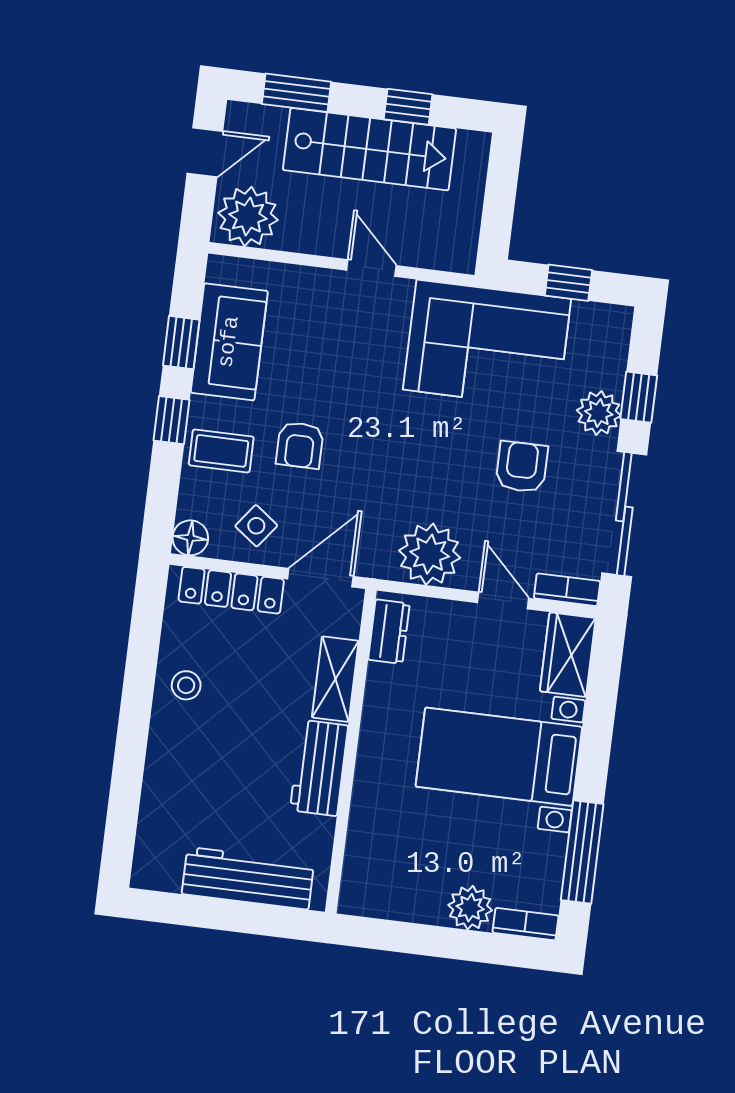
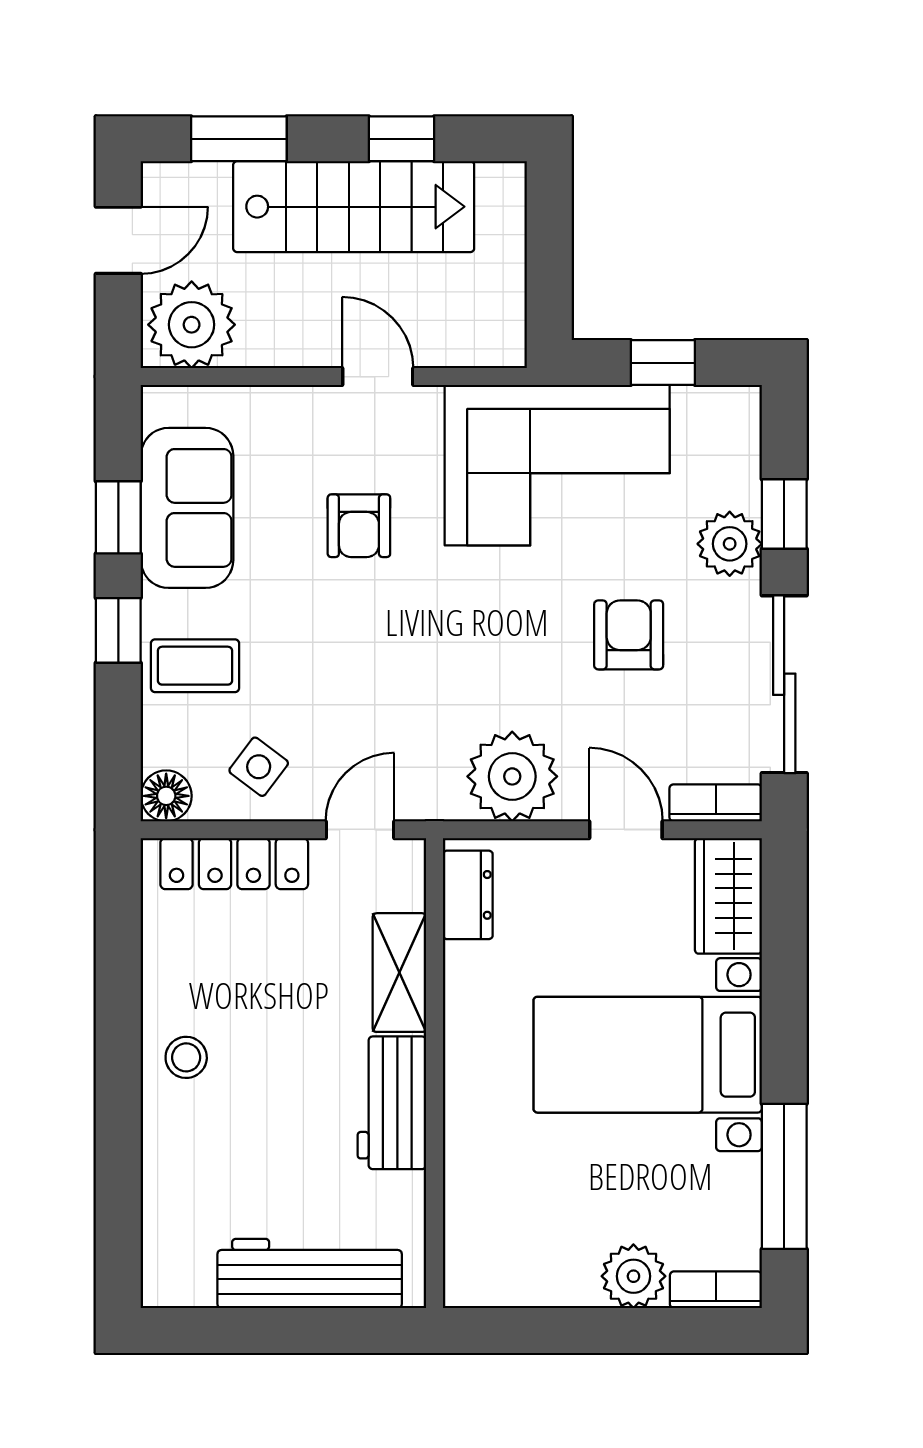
armchair: (300, 445) -> (359, 526), moved
door: (320, 578) -> (360, 830), width x0.73
stool: (186, 685) -> (186, 1057), moved

